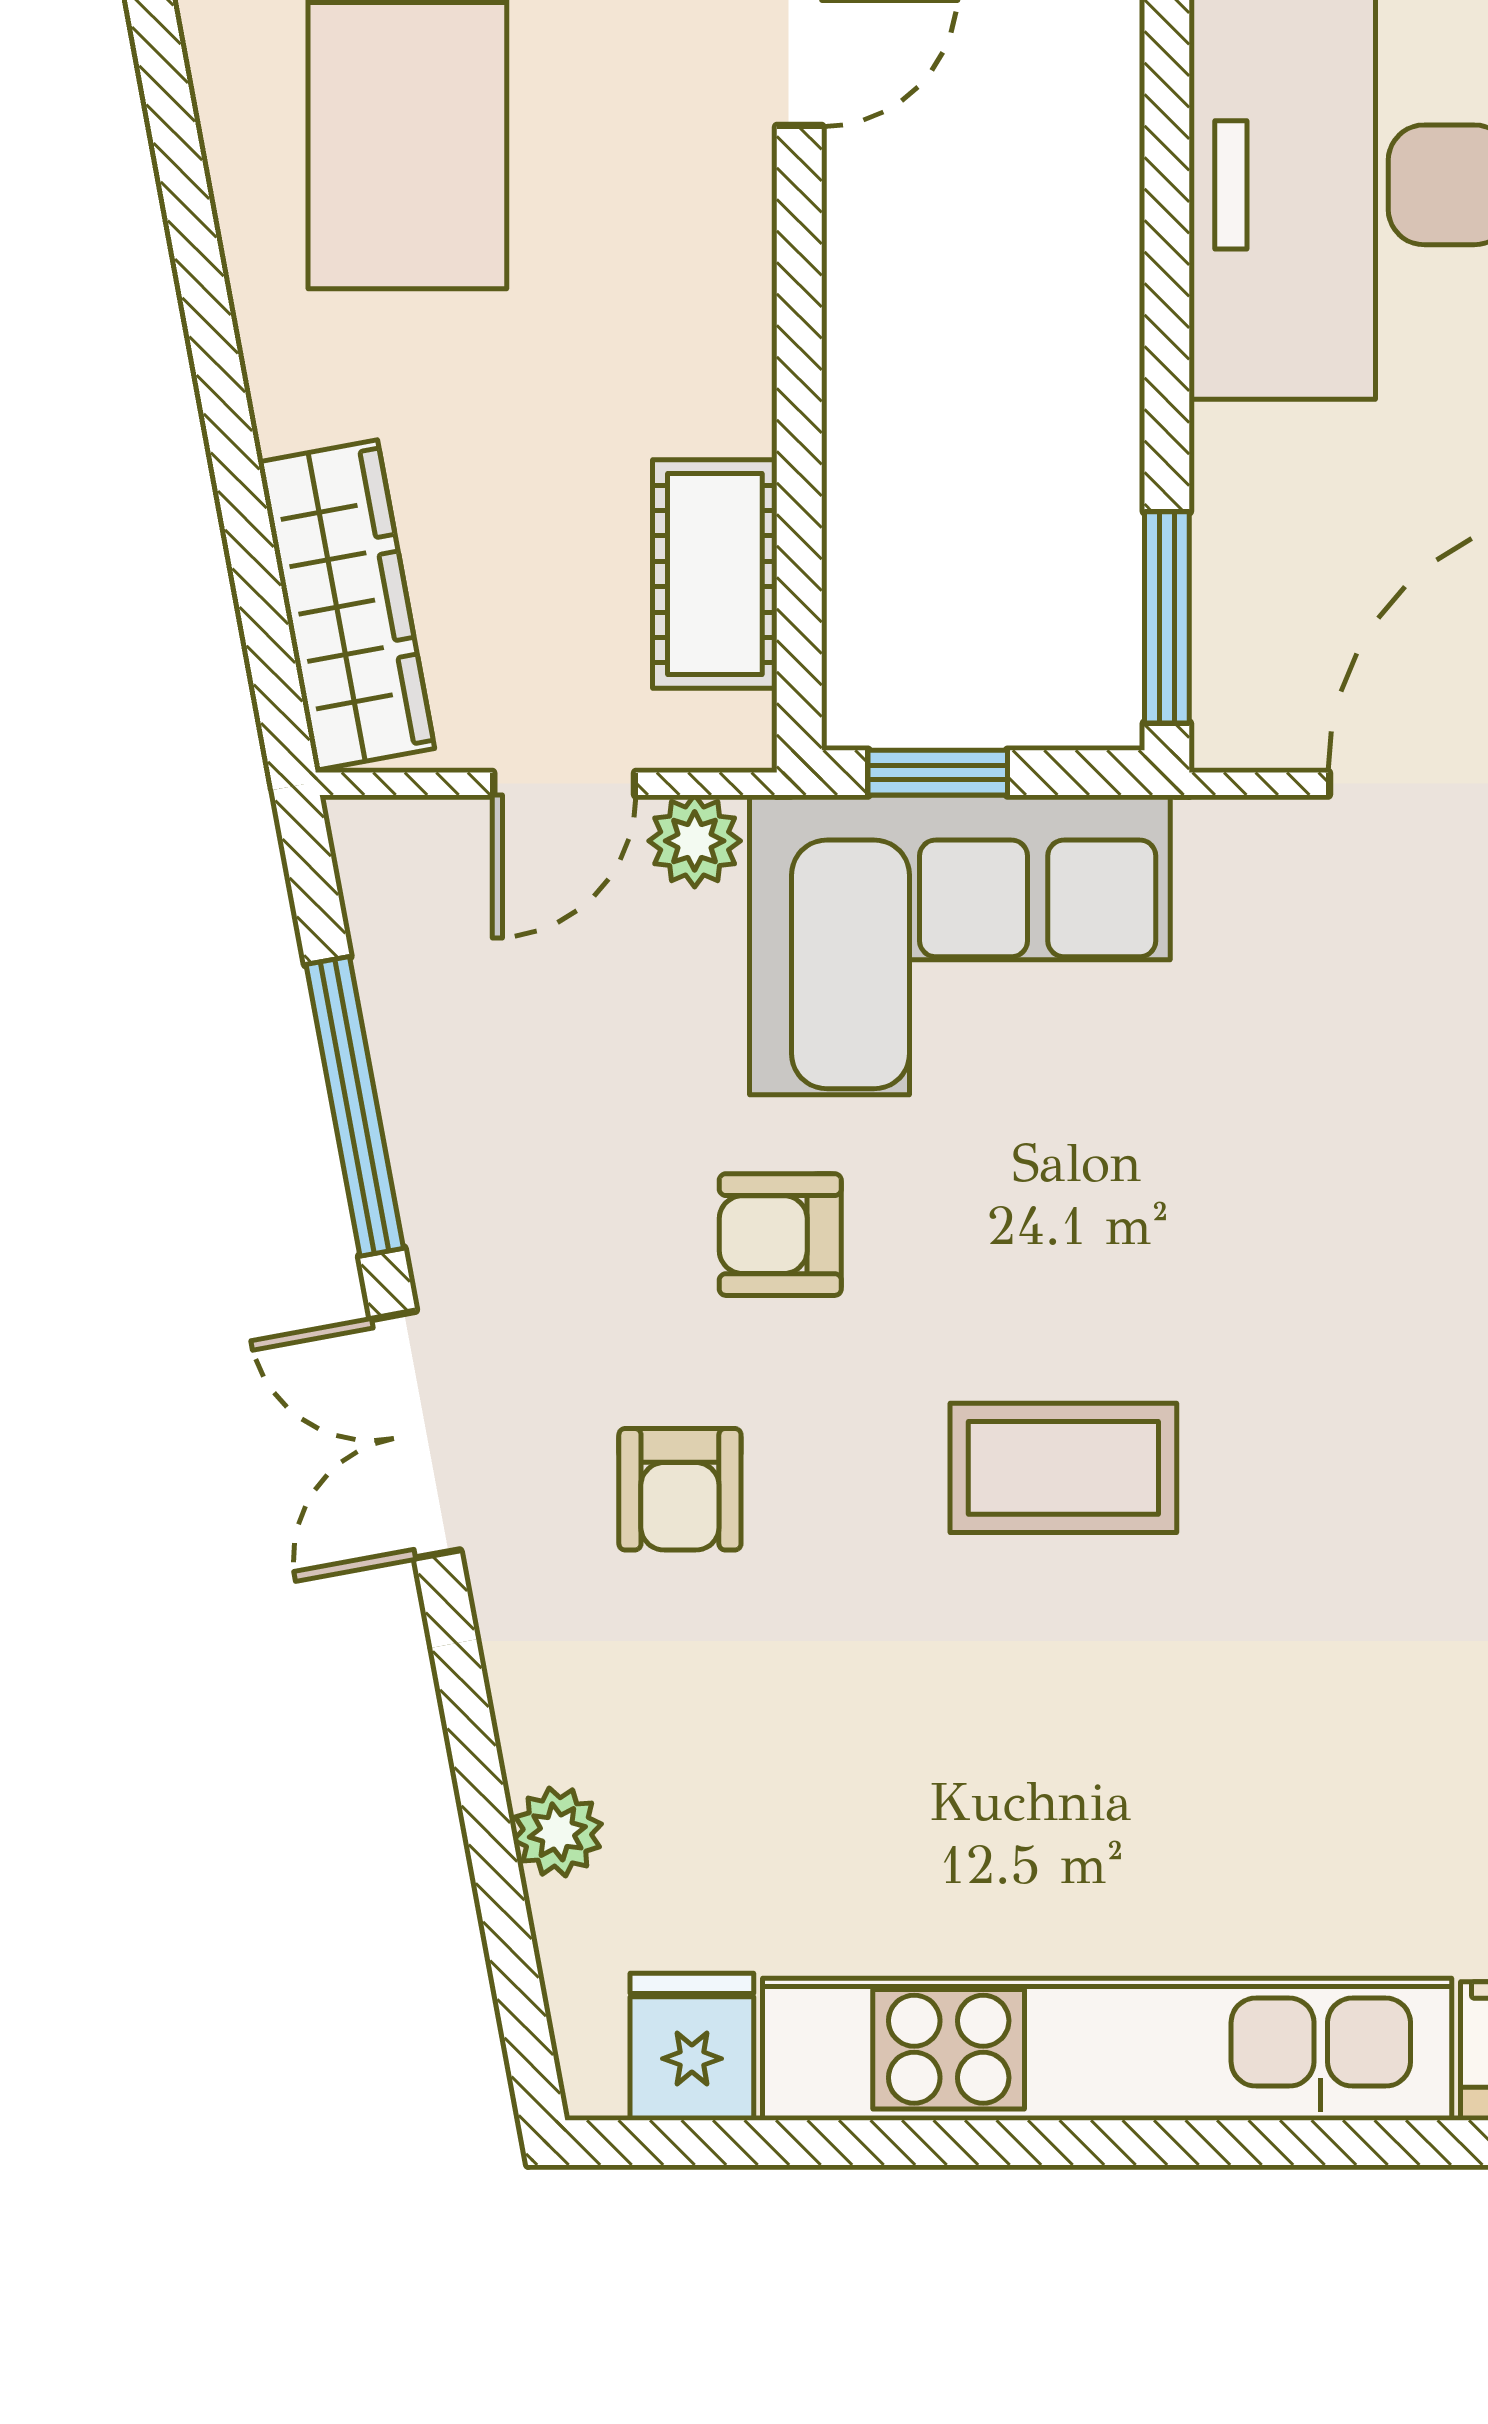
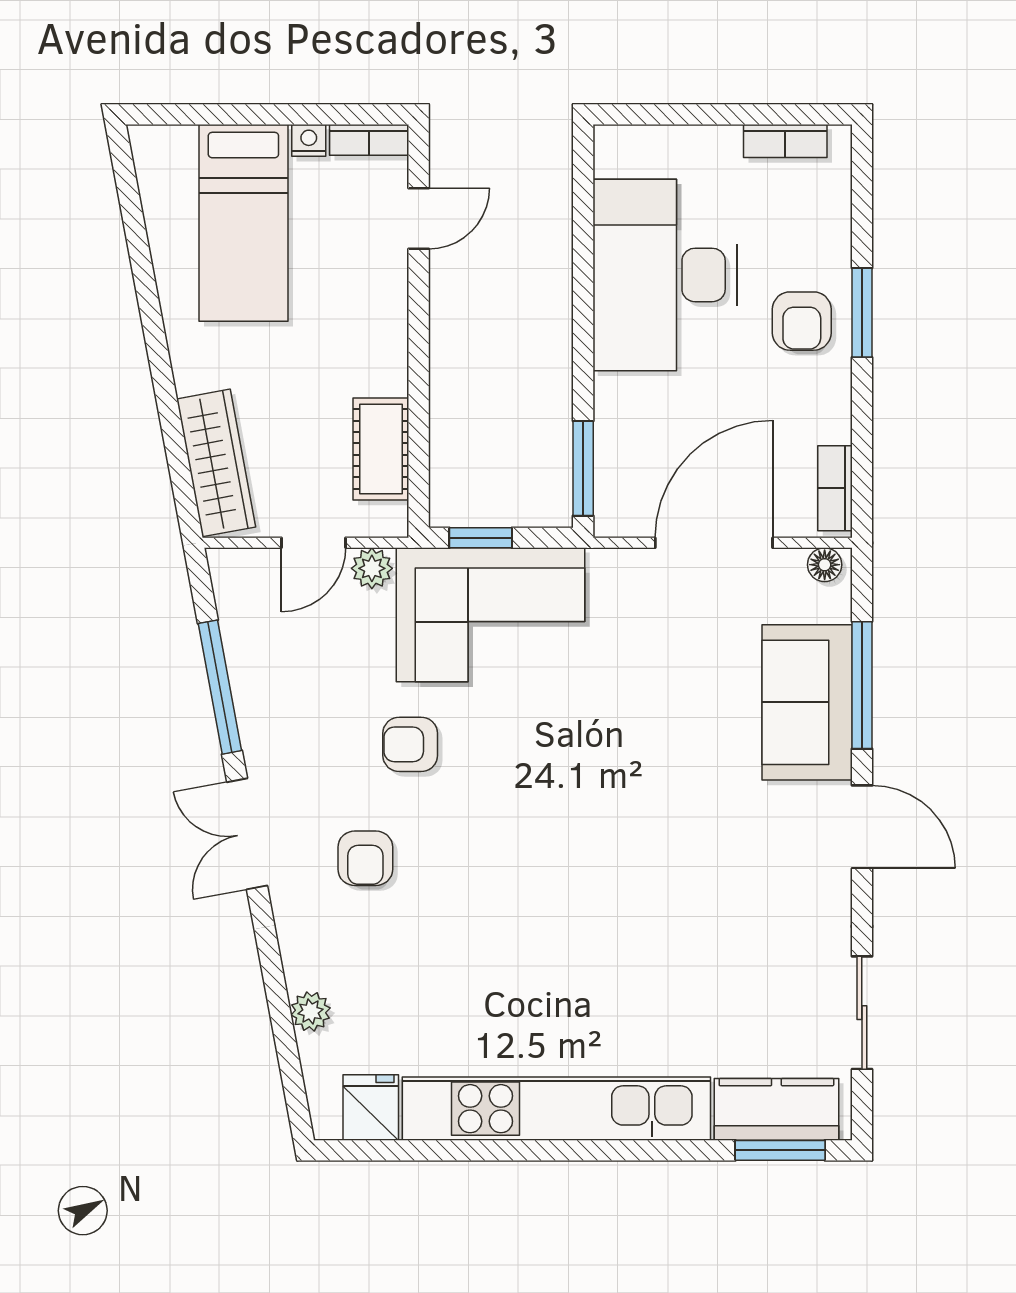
coffee table: (1063, 1468) -> (537, 849), removed

